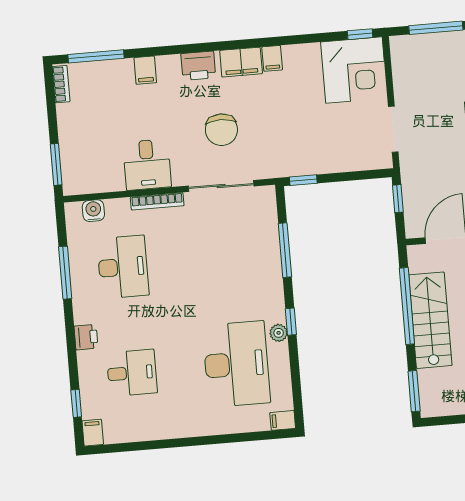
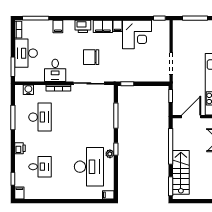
corner desk: (354, 70) -> (137, 34), moved
chair: (221, 130) -> (91, 57), turned 90
desk: (82, 133) -> (26, 53), added
stairs: (430, 320) -> (181, 172), moved

